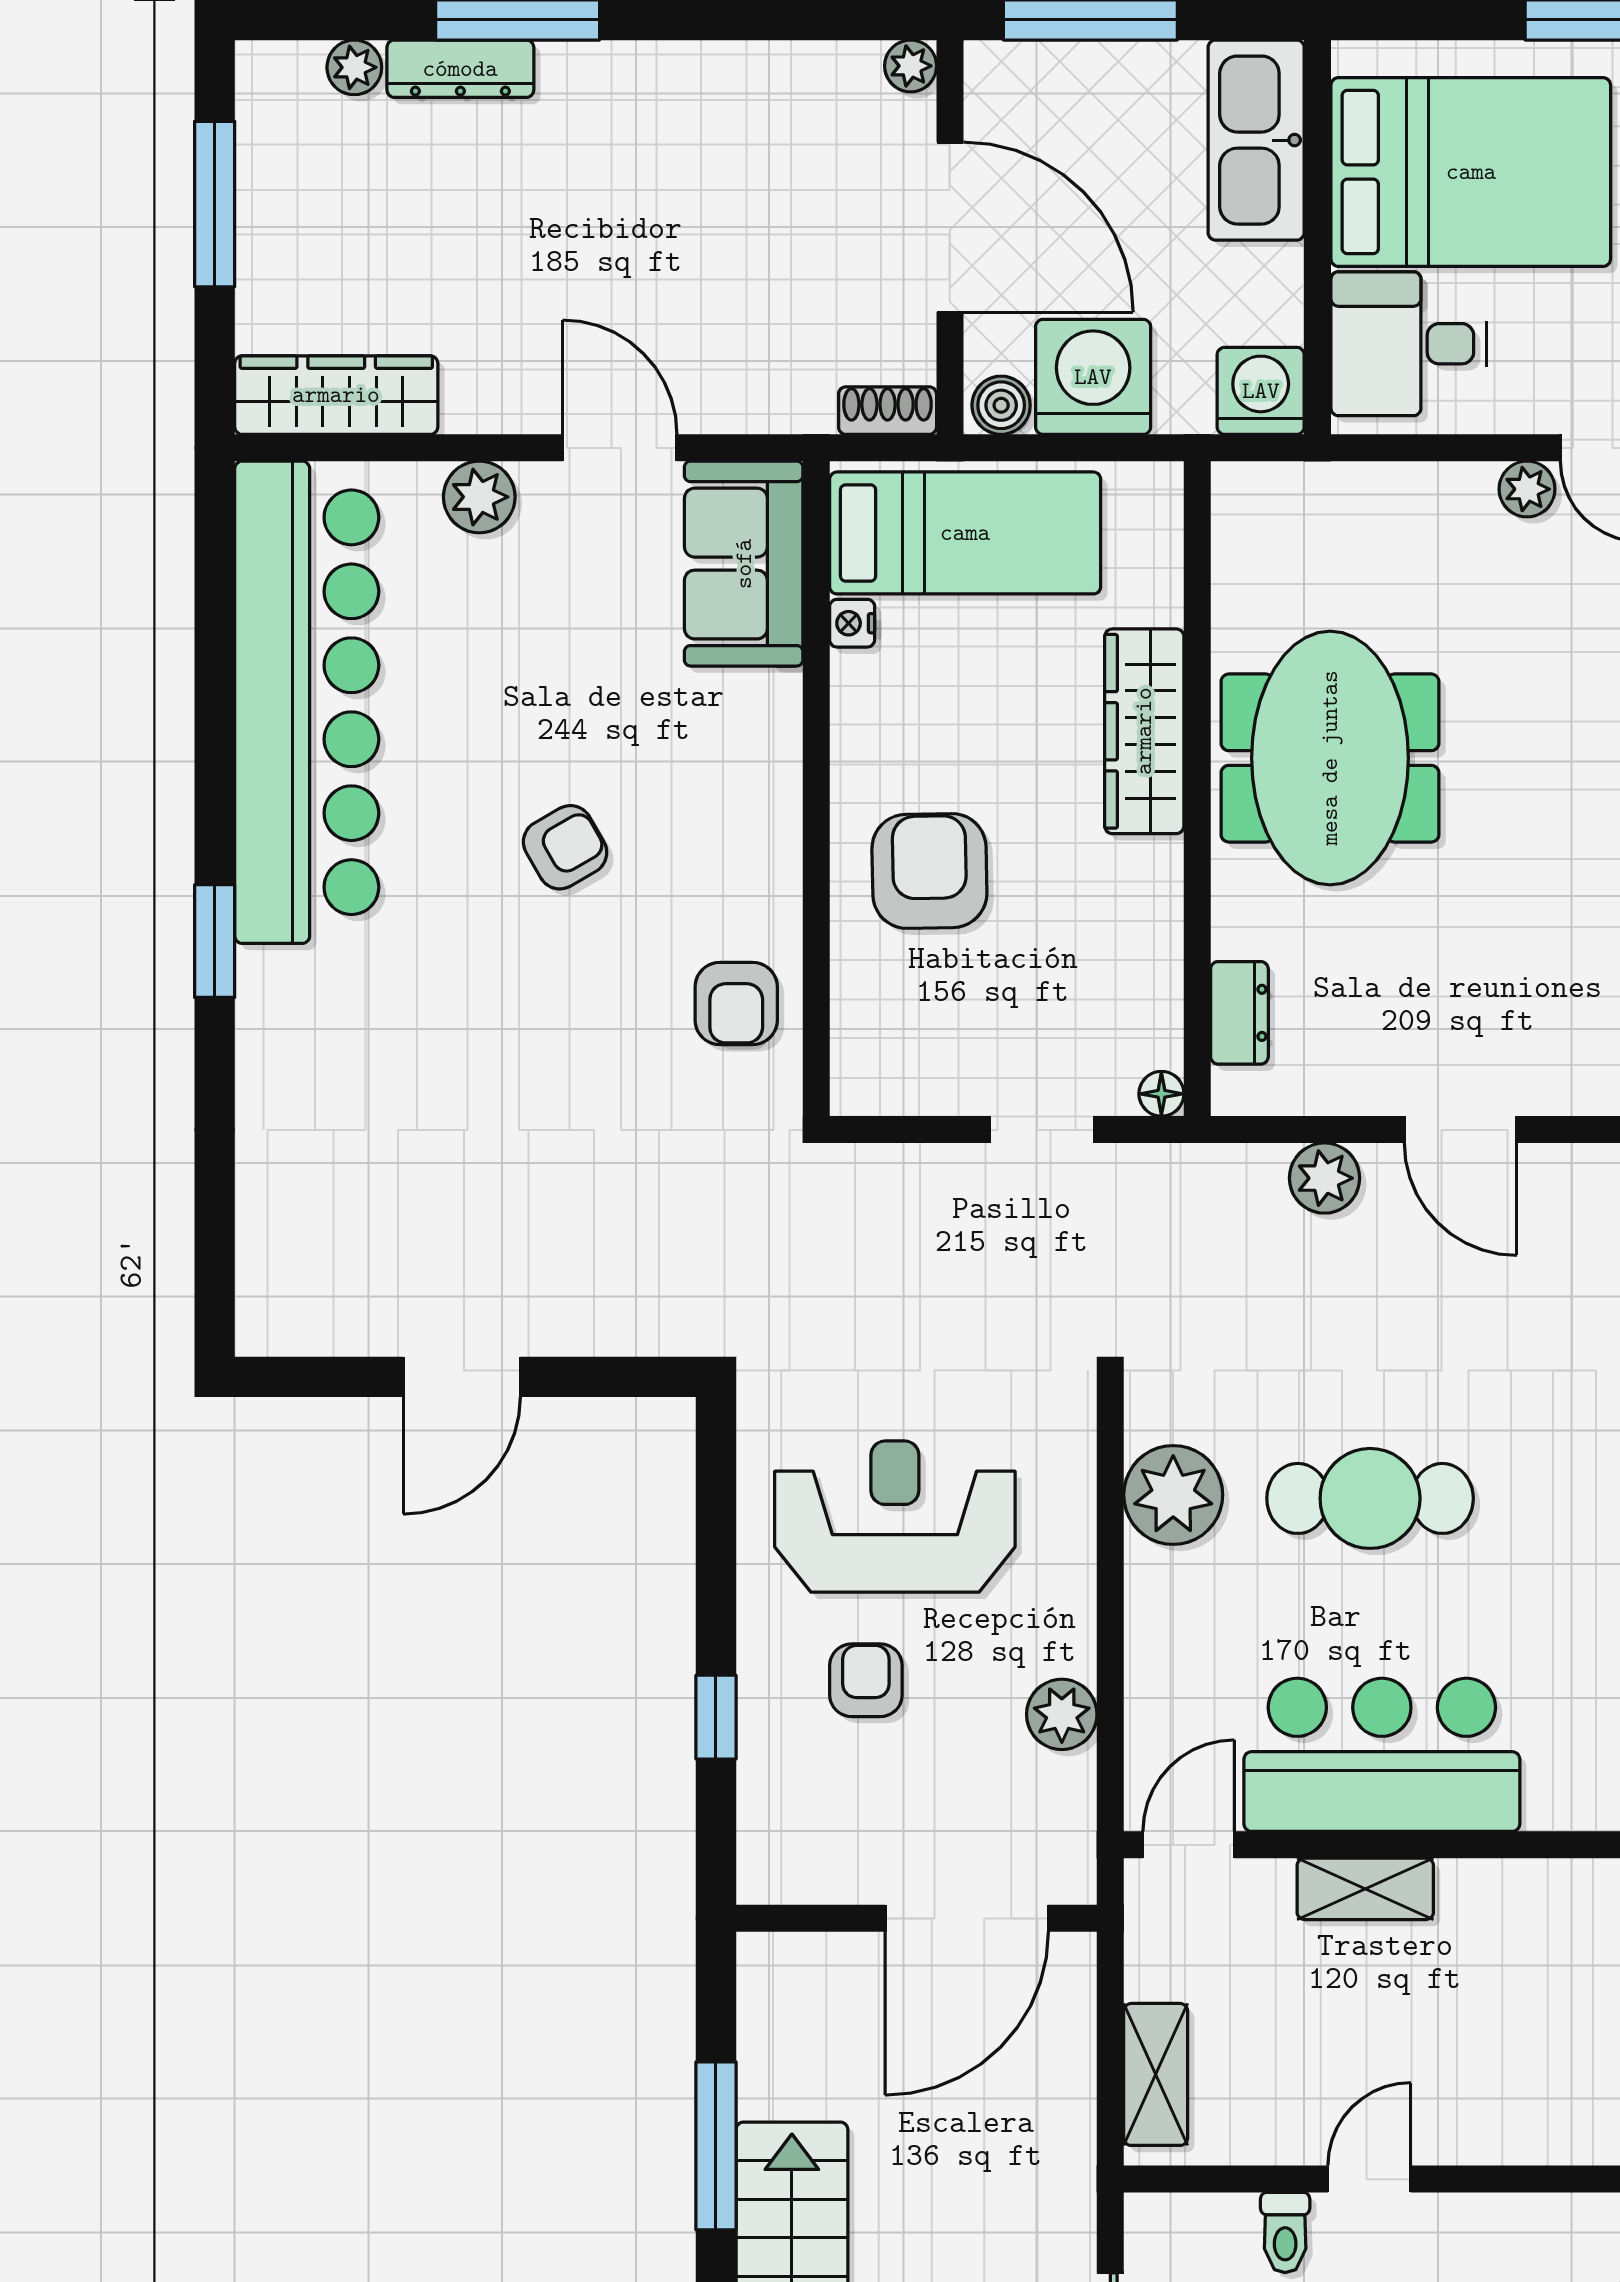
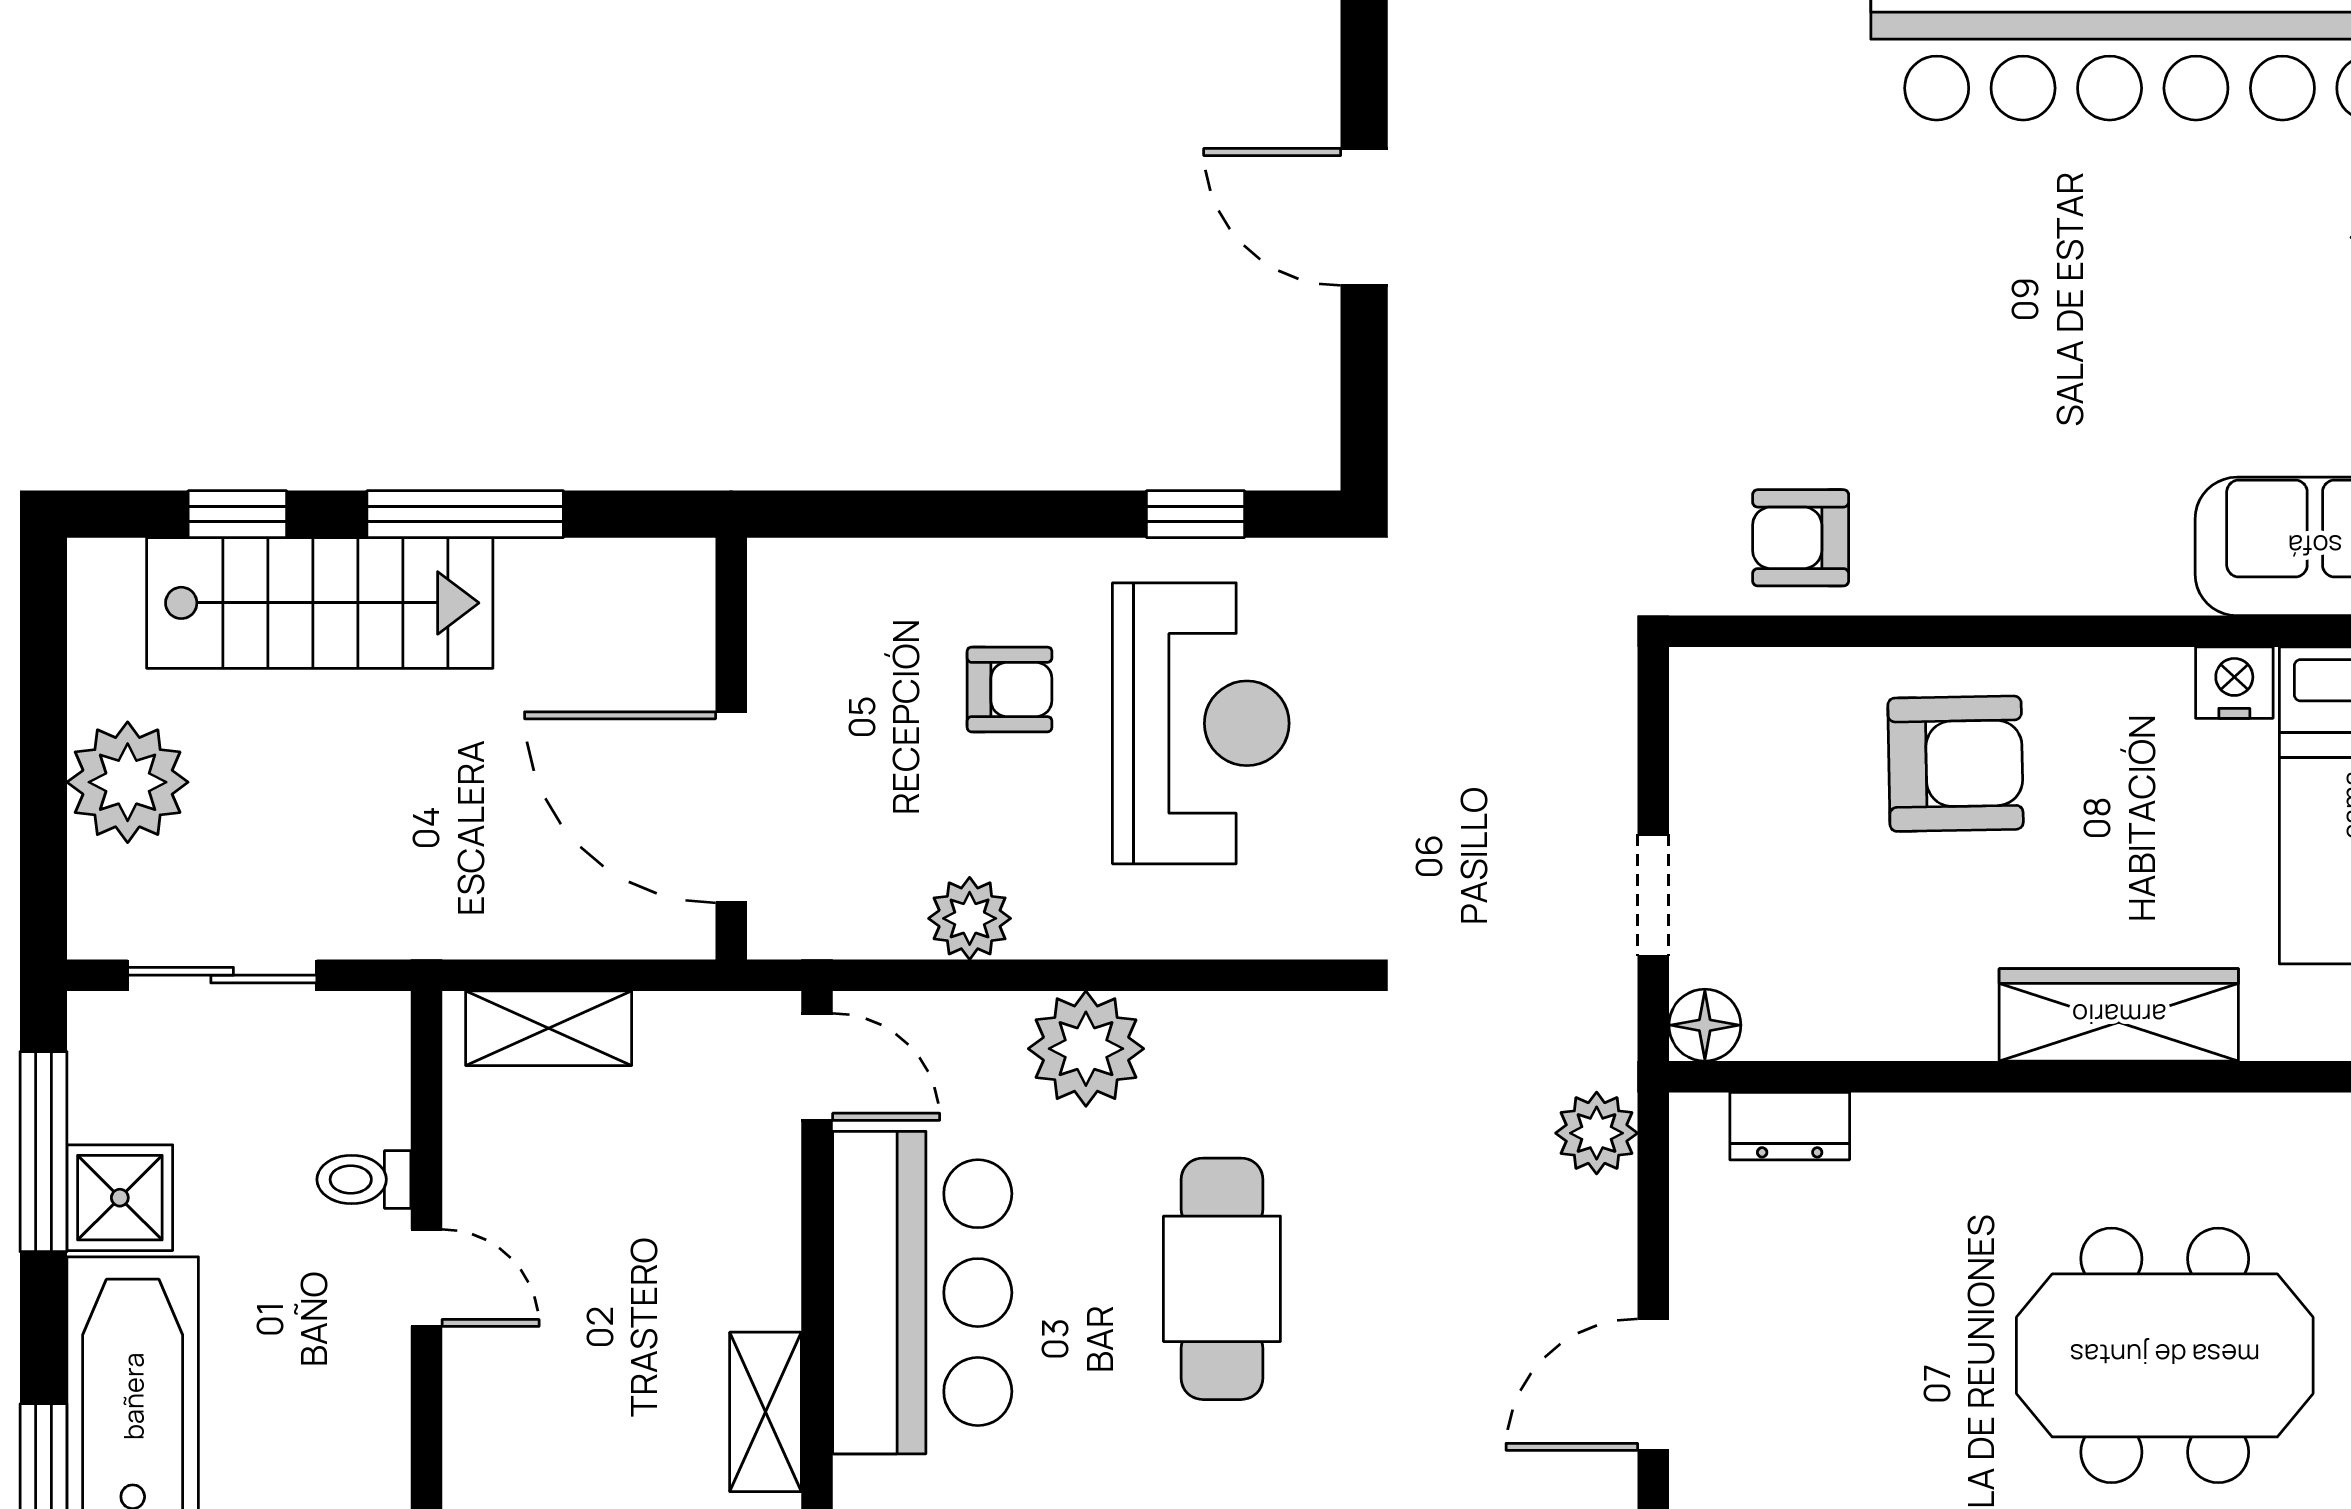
nightstand: (852, 623) -> (2234, 683), width x1.39, depth x1.35
meeting table: (1330, 758) -> (2165, 1355), moved
armchair: (565, 847) -> (1983, 338), removed
floor lamp: (1161, 1094) -> (1705, 1025), width x1.37, depth x1.37
plant: (1325, 1178) -> (1597, 1133), moved
plant: (1173, 1495) -> (1086, 1049), moved
window: (716, 1717) -> (1196, 514), moved
shelving: (1365, 1889) -> (766, 1412), moved

